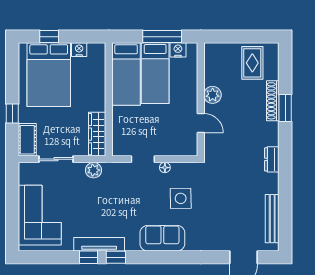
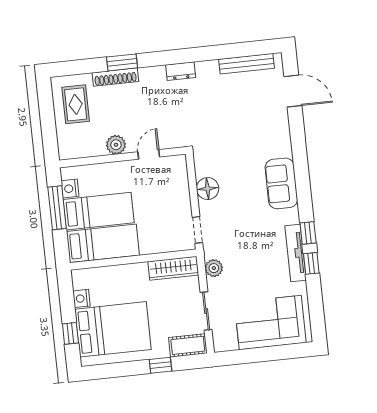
rug: (252, 63) -> (76, 104), turned 90
doorway: (143, 159) -> (197, 230), moved
floor lamp: (165, 168) -> (208, 189), width x1.89, depth x1.89
side table: (181, 198) -> (235, 168), removed

